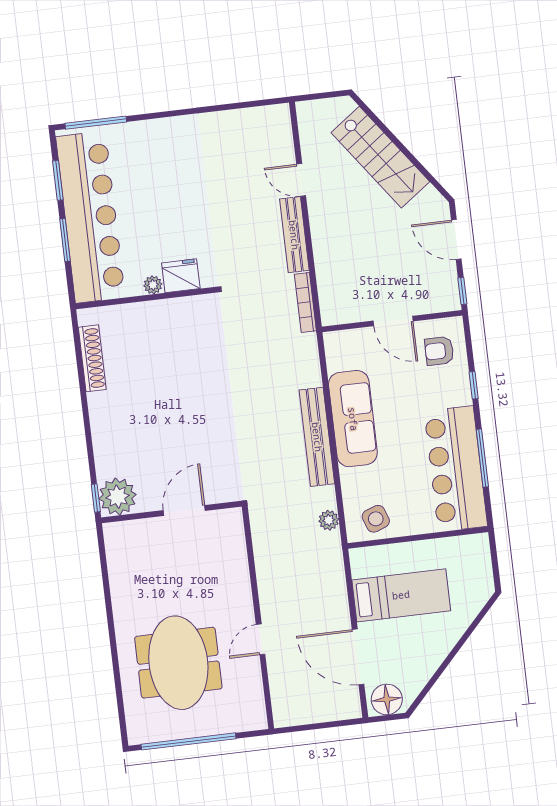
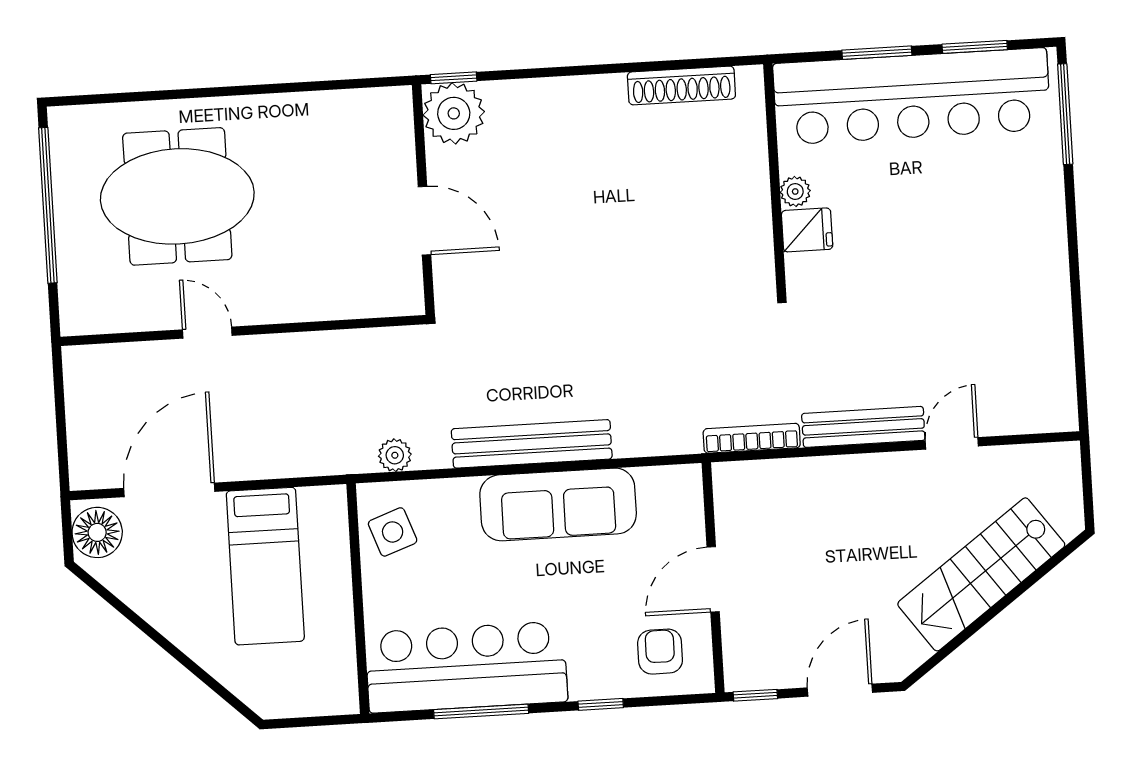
fridge: (181, 276) -> (807, 230), width x0.72

